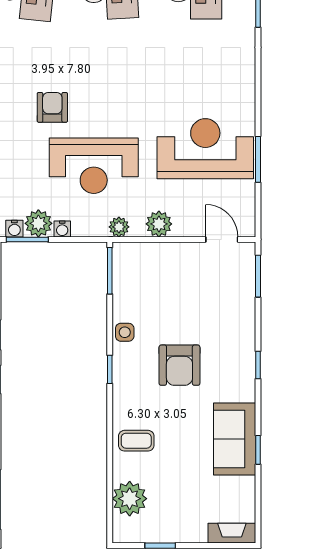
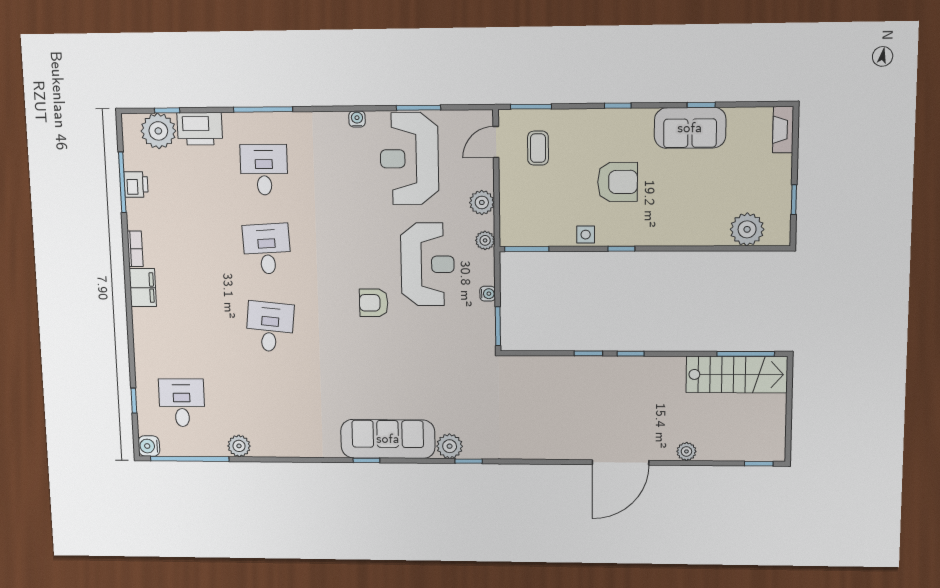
plant: (38, 223) -> (483, 316), removed
water cooler: (14, 229) -> (357, 119), moved, turned -90
coffee table: (136, 441) -> (538, 148), moved

